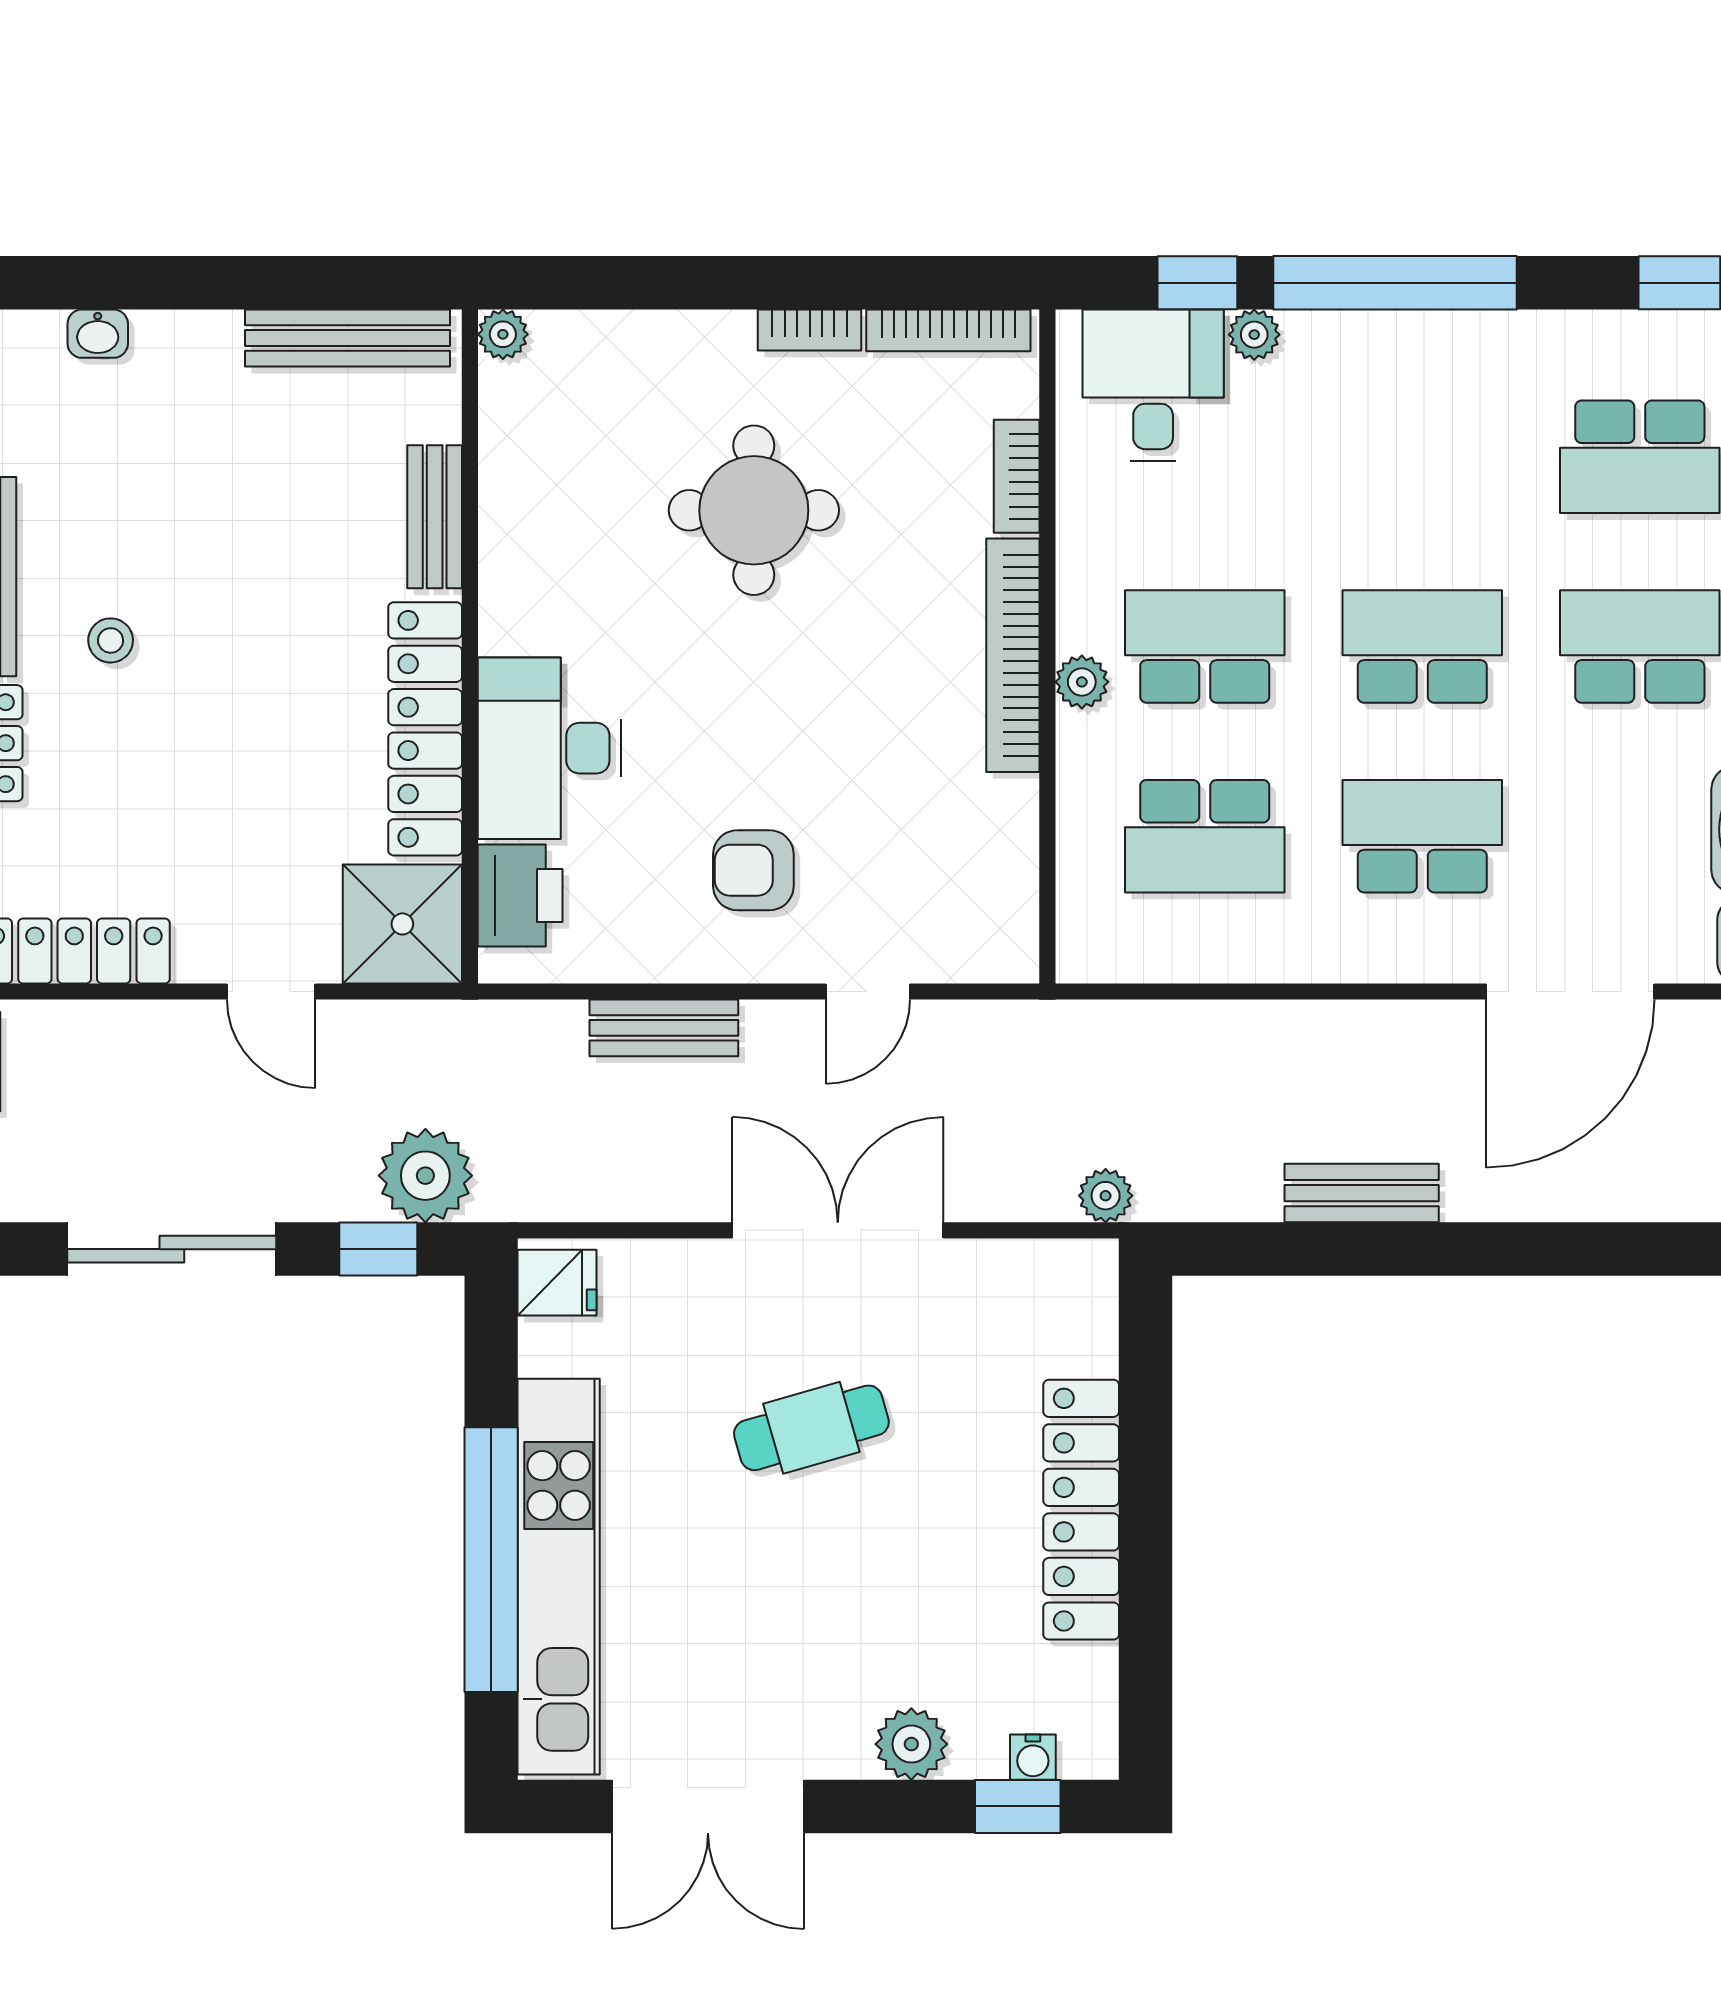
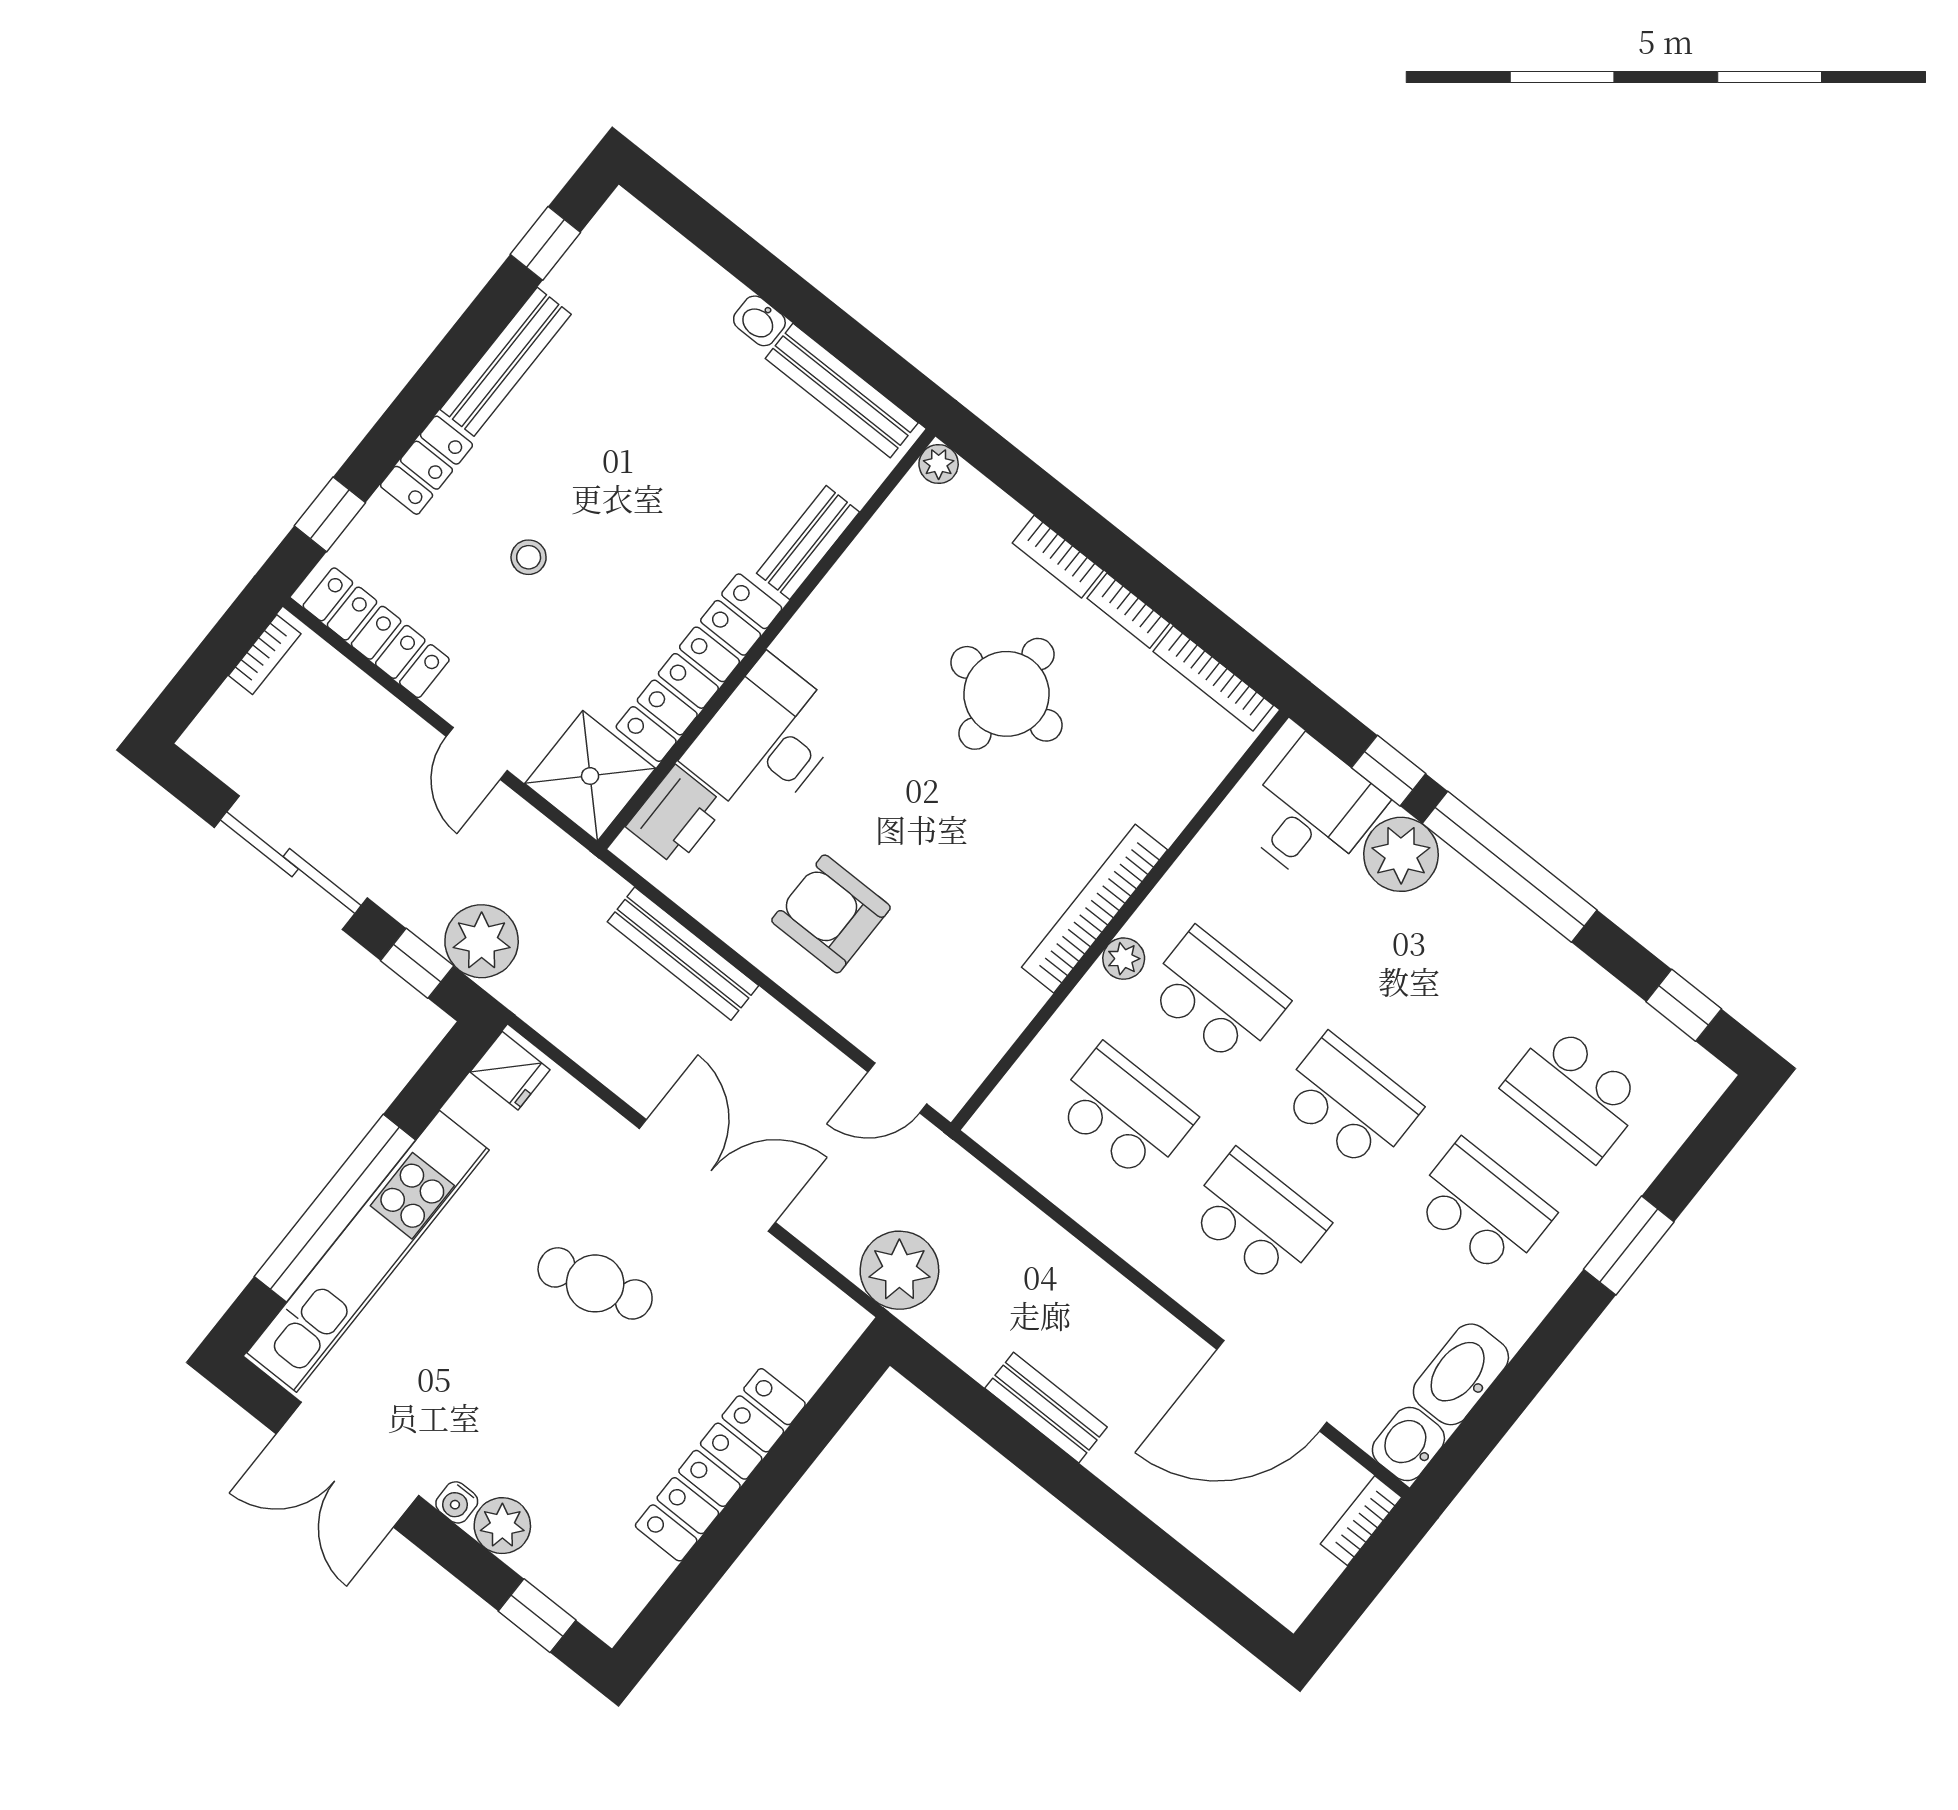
washbasin: (98, 334) -> (759, 321), moved
plant: (1254, 335) -> (1401, 854), width x1.87, depth x1.87
bookcase: (1017, 476) -> (1058, 557), moved, turned -90
stool: (111, 640) -> (529, 557), moved
school desk: (1205, 836) -> (1124, 1113), turned 180
armchair: (753, 870) -> (831, 914), width x1.38, depth x1.38
door: (868, 992) -> (897, 1088), moved
bench: (664, 1028) -> (683, 954), width x1.36
plant: (1106, 1196) -> (899, 1270), width x1.88, depth x1.88
water cooler: (1033, 1757) -> (457, 1502), moved

